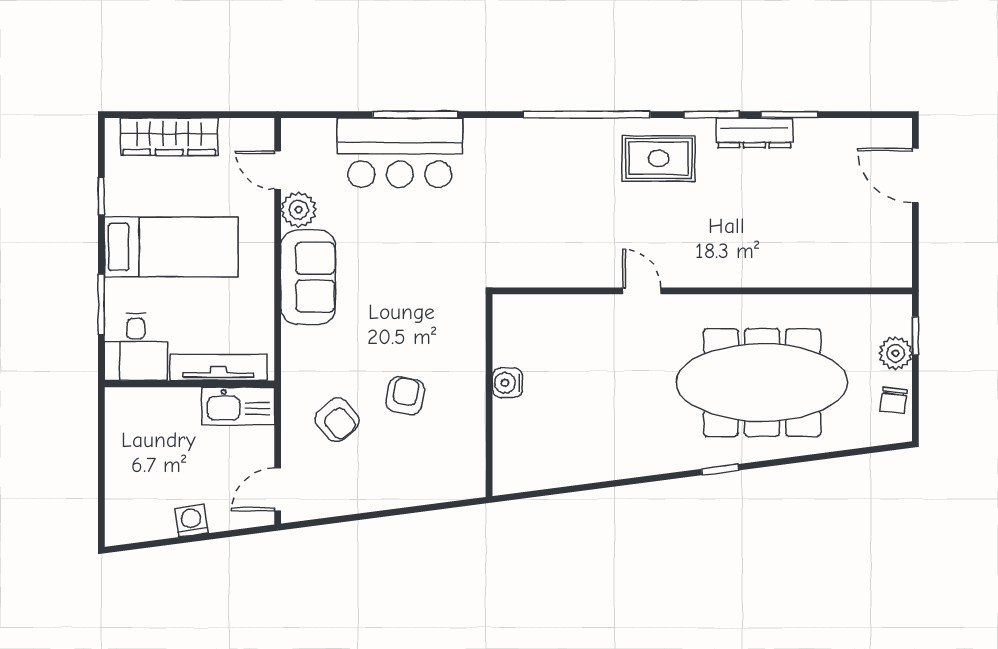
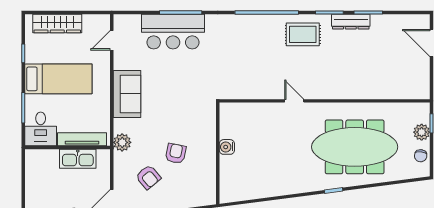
door: (278, 170) -> (112, 40), hinge flipped
plant: (299, 210) -> (122, 142), moved
kitchen sink: (238, 406) -> (78, 159), moved
armchair: (337, 420) -> (148, 177), moved

